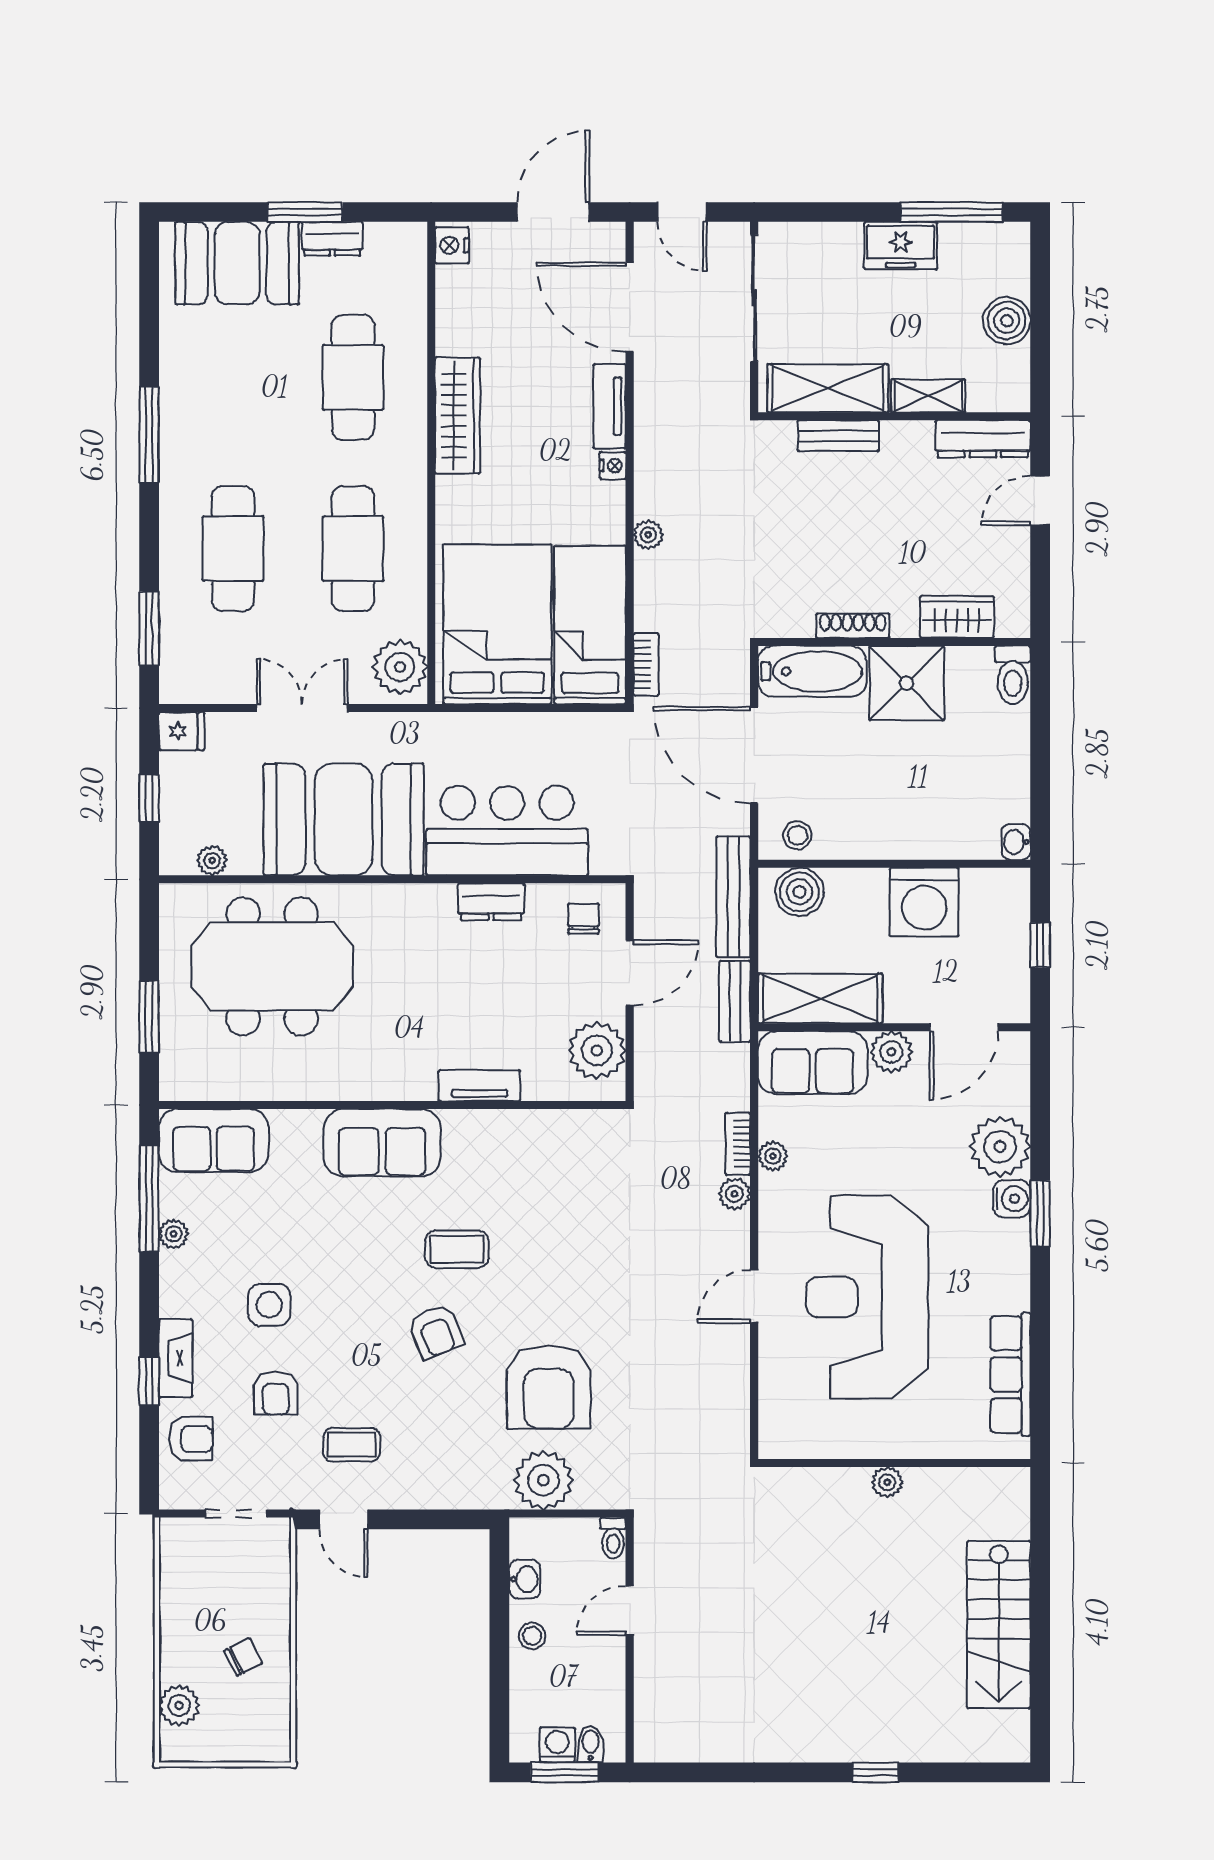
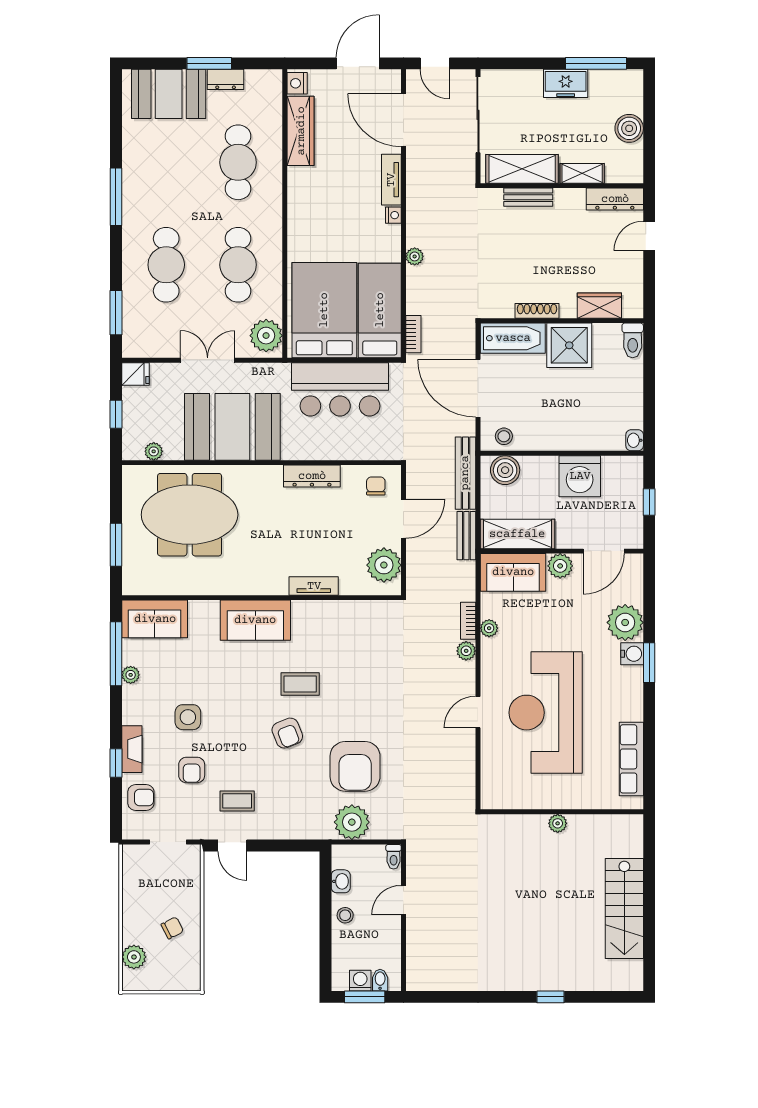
wardrobe: (458, 416) -> (301, 131), moved
bar counter: (507, 831) -> (340, 389), moved, turned 180
dresser: (491, 902) -> (312, 476), width x1.44

